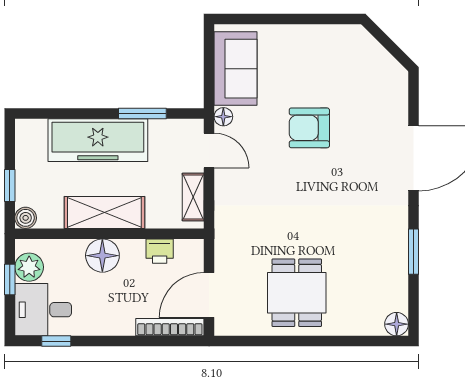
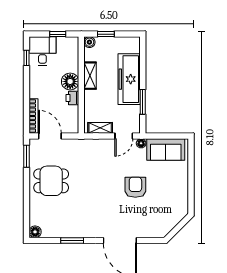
shelving: (104, 213) -> (90, 76), width x0.67, depth x0.75
printer: (160, 251) -> (72, 98), moved
plant: (29, 267) -> (64, 44), removed
window: (249, 341) -> (26, 156), added

